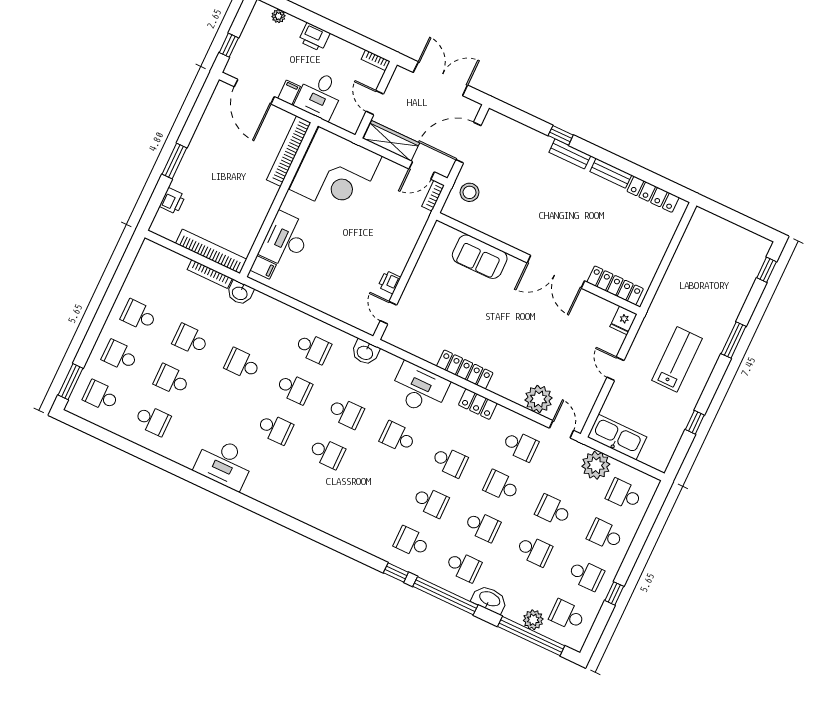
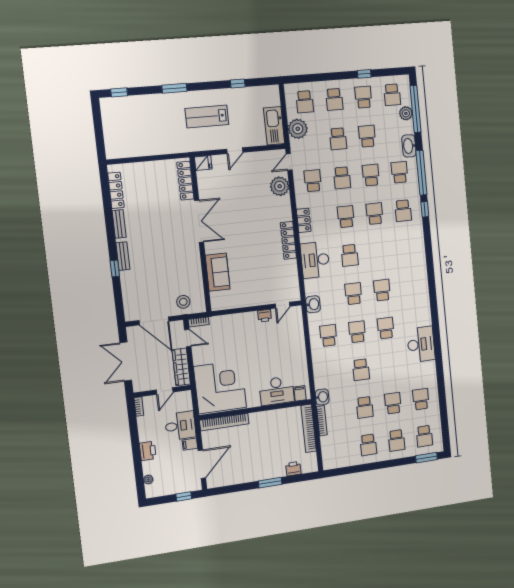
school desk: (172, 380) -> (393, 403), turned 180

